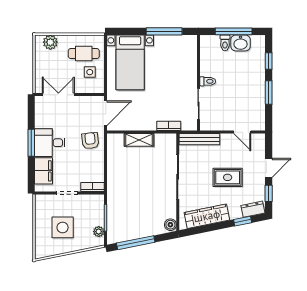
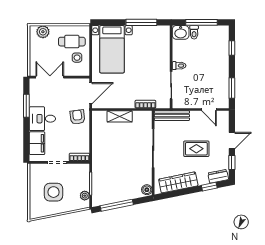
washbasin: (241, 43) -> (181, 32), moved
window: (269, 93) -> (232, 88), moved
window: (31, 143) -> (26, 106), moved

